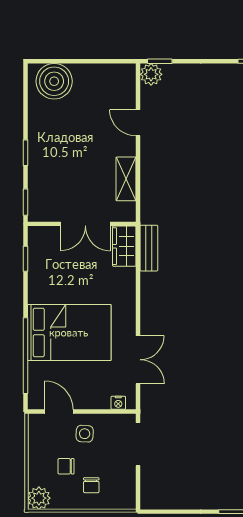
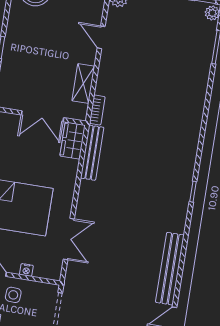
bookcase: (147, 207) -> (97, 110), added
bench: (149, 248) -> (92, 153), width x1.36
nightstand: (118, 403) -> (26, 270), moved

